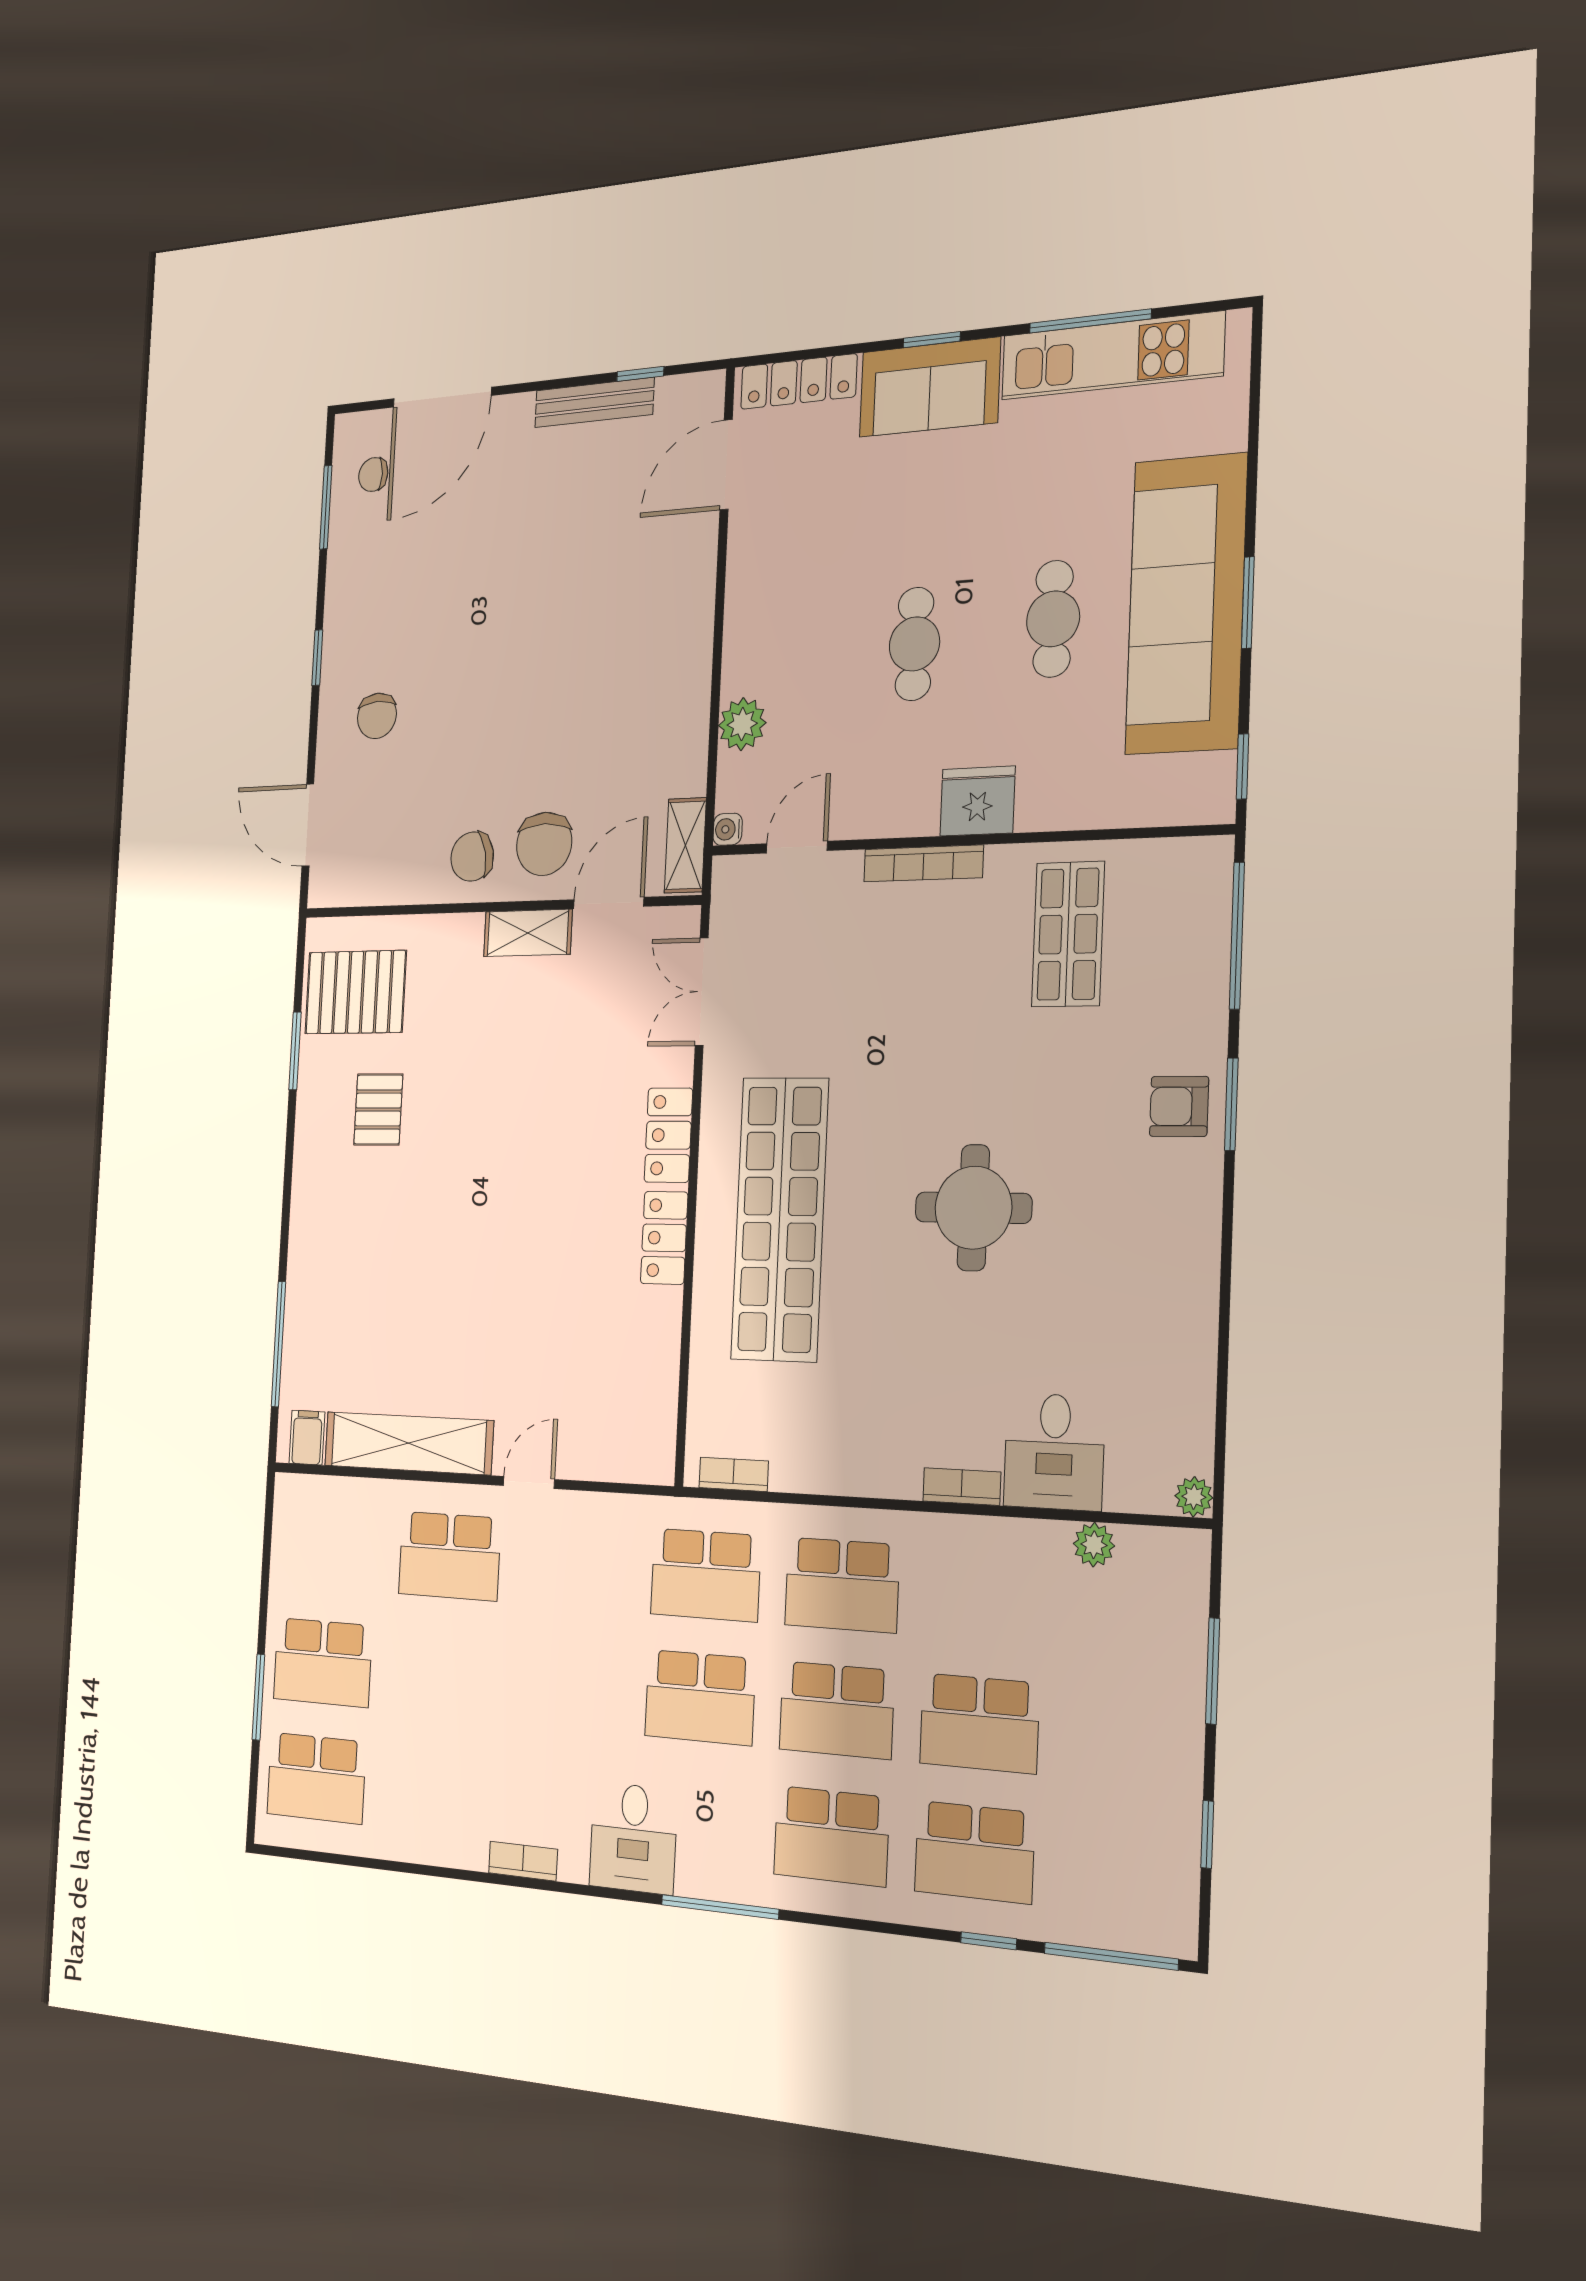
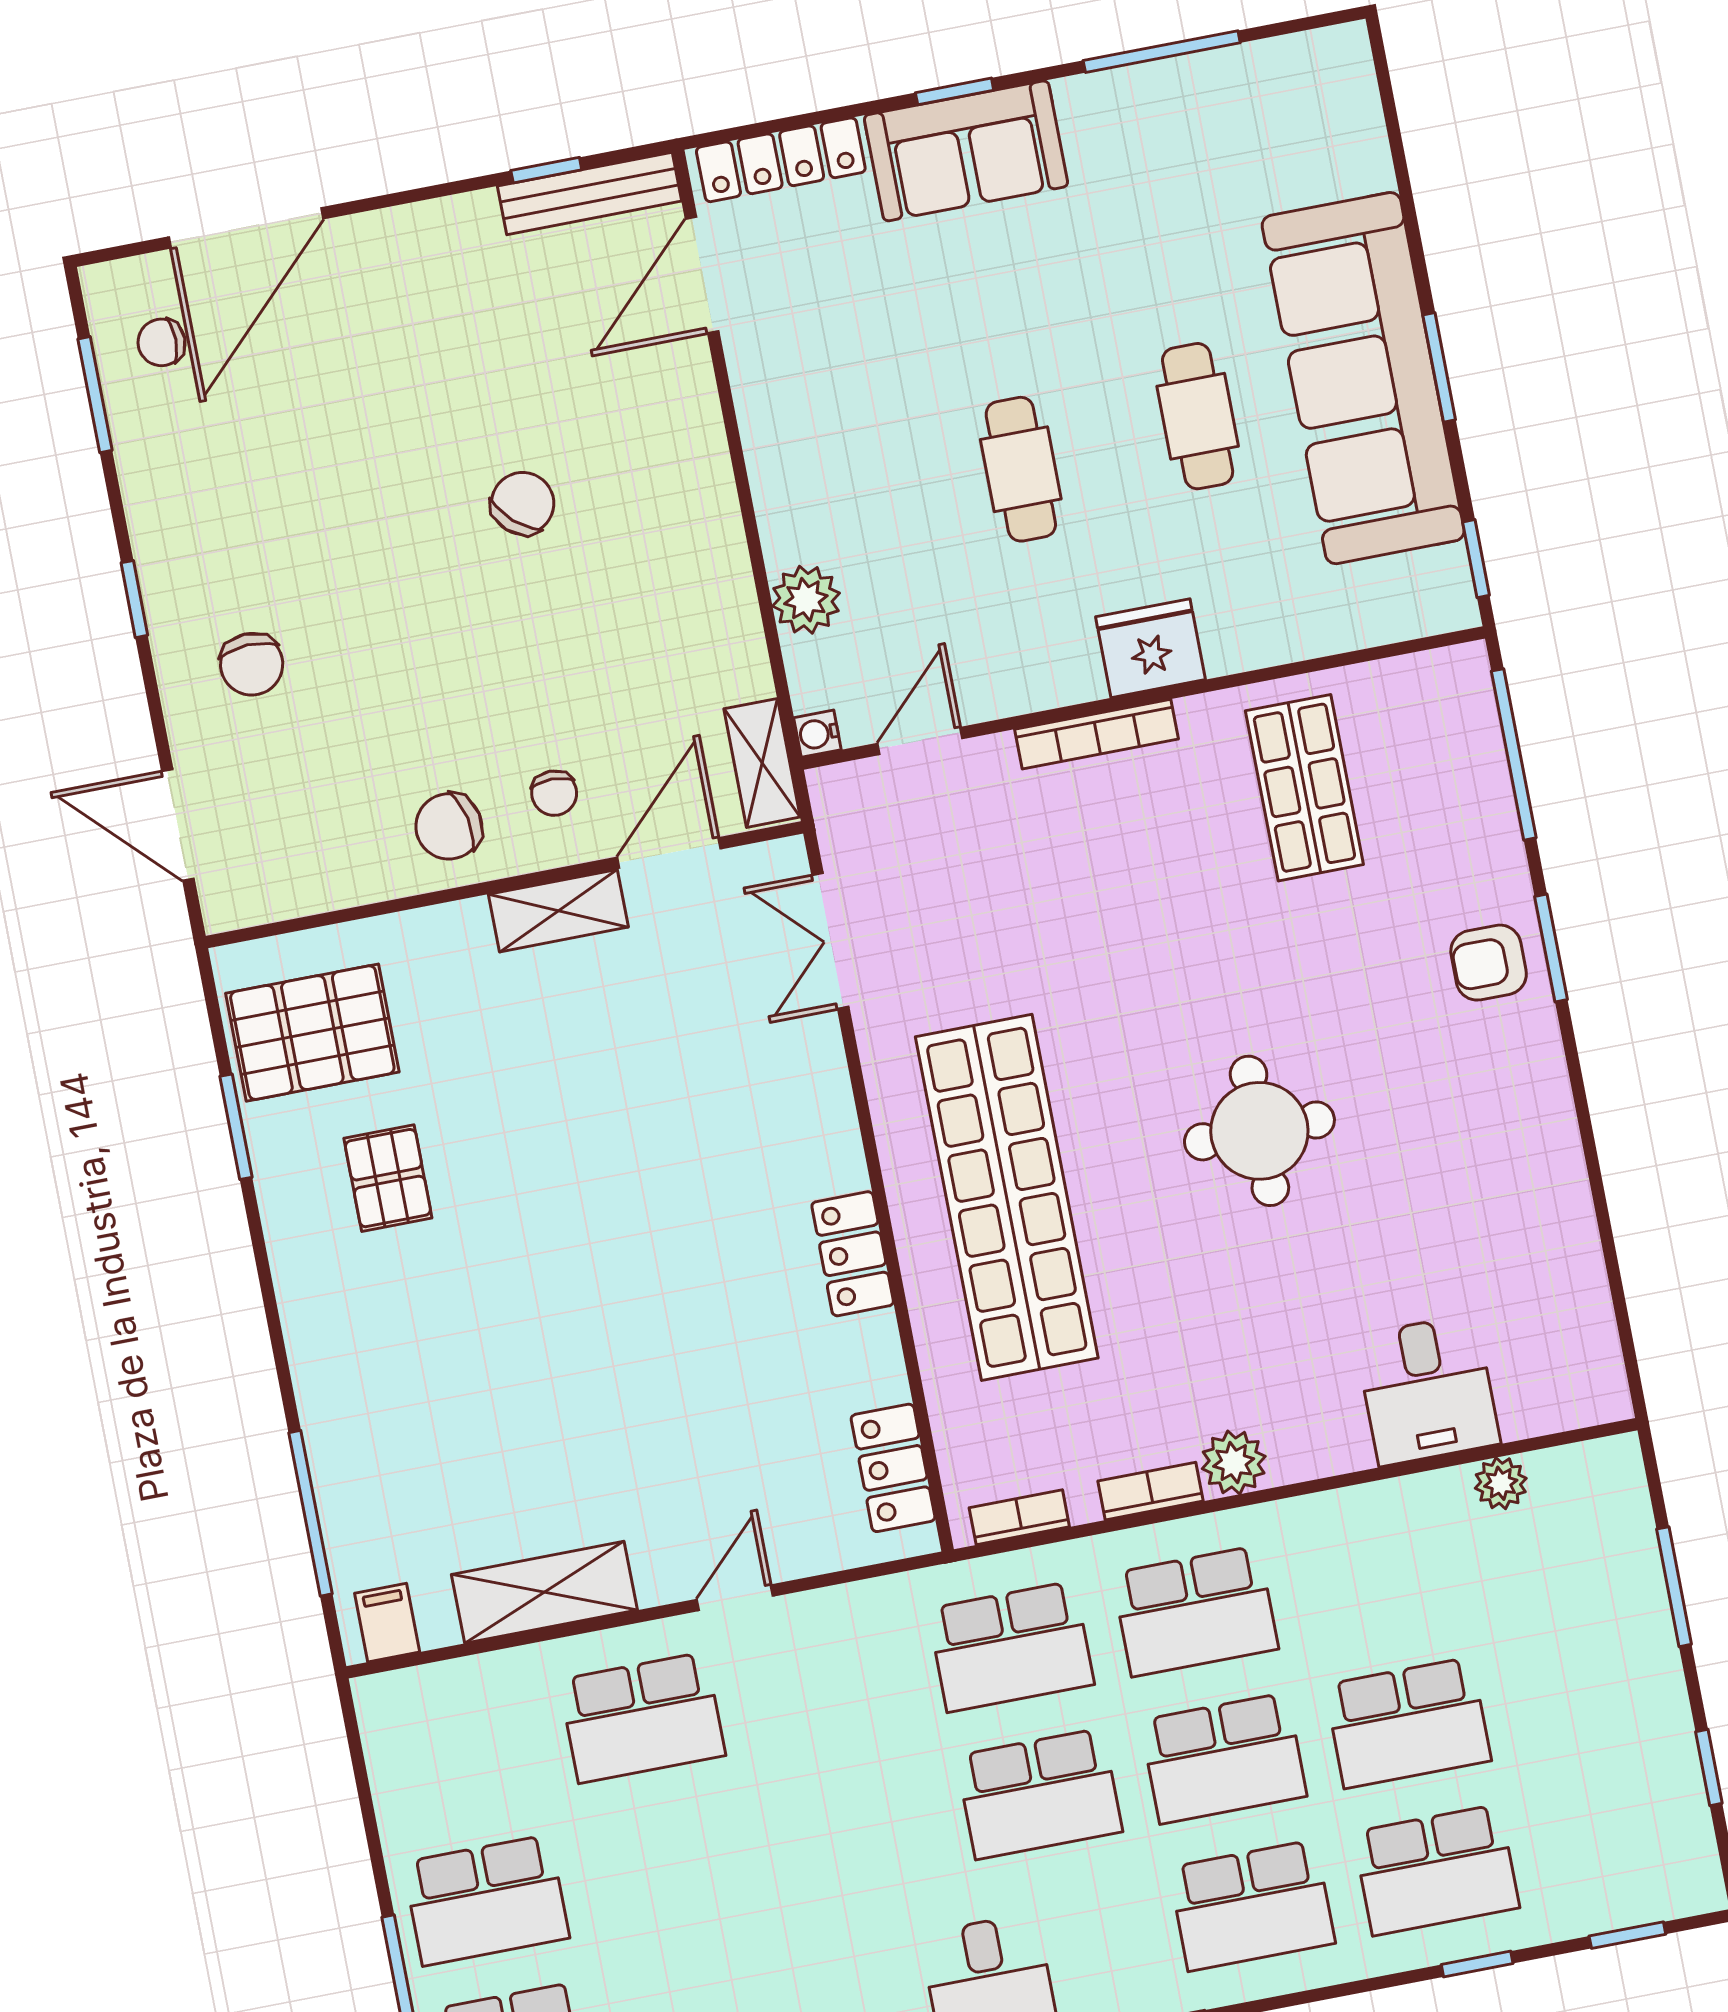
kitchen unit: (1112, 356) -> (1200, 91), removed
bench: (594, 402) -> (589, 193), moved
chair: (571, 623) -> (523, 503), added
chair: (544, 844) -> (554, 793), width x0.54, depth x0.54
locker: (668, 1135) -> (893, 1468), moved
shelving: (408, 1443) -> (544, 1592), width x0.68
bookcase: (962, 1487) -> (1151, 1491), moved
plant: (1194, 1497) -> (1234, 1462), moved, width x1.38, depth x1.38
window: (1111, 1956) -> (1627, 1935), width x0.46

